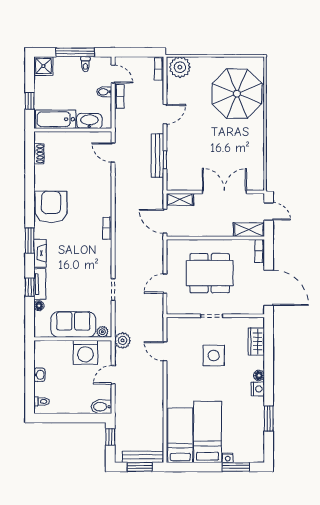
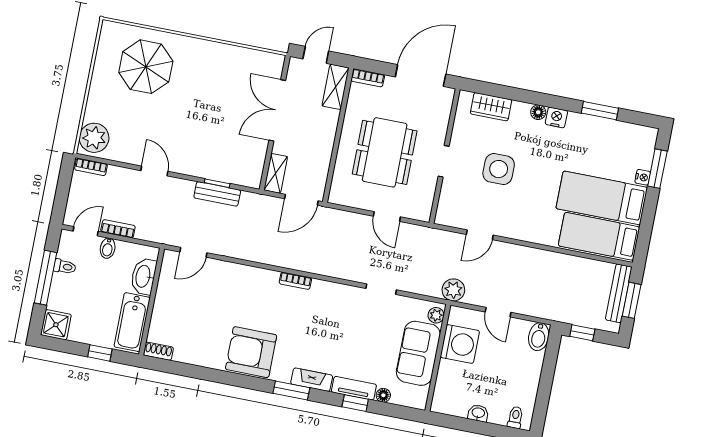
parasol: (237, 94) -> (146, 67), width x0.73, depth x0.73
shoe rack: (39, 154) -> (158, 351), moved
bench: (157, 155) -> (217, 194), width x0.73

